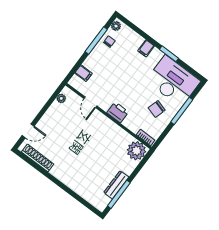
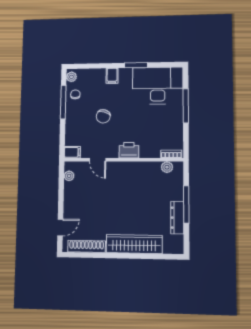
filing cabinet: (83, 73) -> (72, 152), moved
chair: (157, 109) -> (103, 116), moved
plant: (136, 151) -> (167, 167), width x0.53, depth x0.53
wardrobe: (73, 181) -> (134, 244), added
window: (119, 194) -> (186, 204), moved

